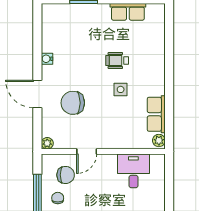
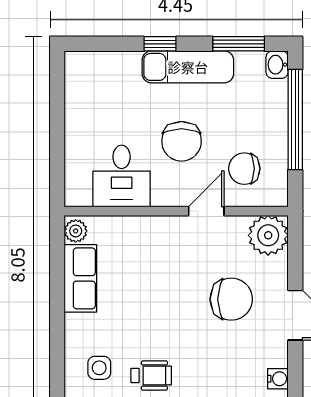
side table: (121, 89) -> (99, 368), moved
plant: (47, 143) -> (268, 235), width x1.87, depth x1.87
chair: (58, 198) -> (182, 141), moved, width x1.87, depth x1.87

